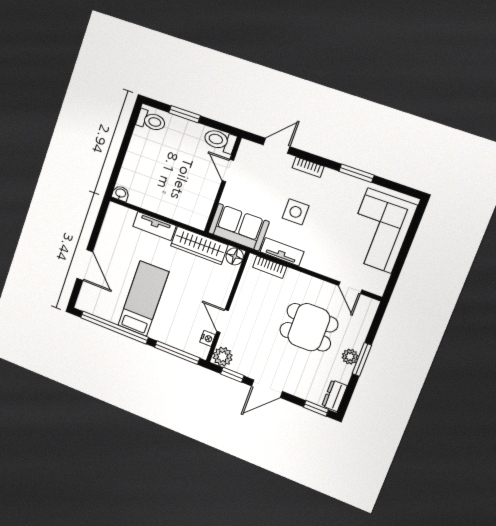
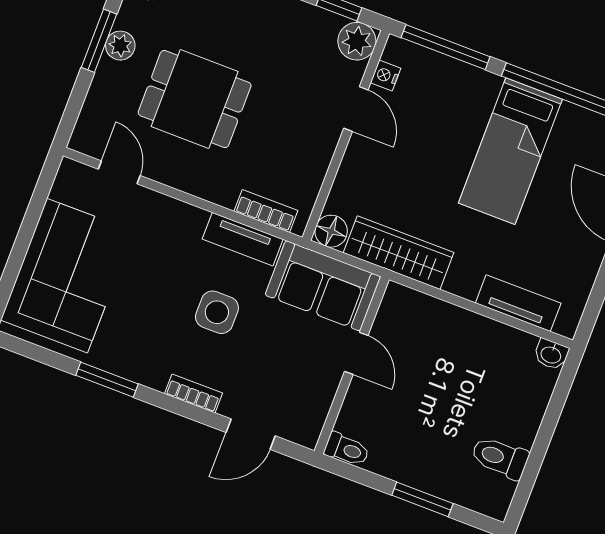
toilet: (151, 121) -> (500, 458), moved
toilet: (220, 140) -> (347, 449), width x0.73, depth x0.72
door: (228, 171) -> (356, 353), moved
tv unit: (154, 226) -> (518, 303), moved

